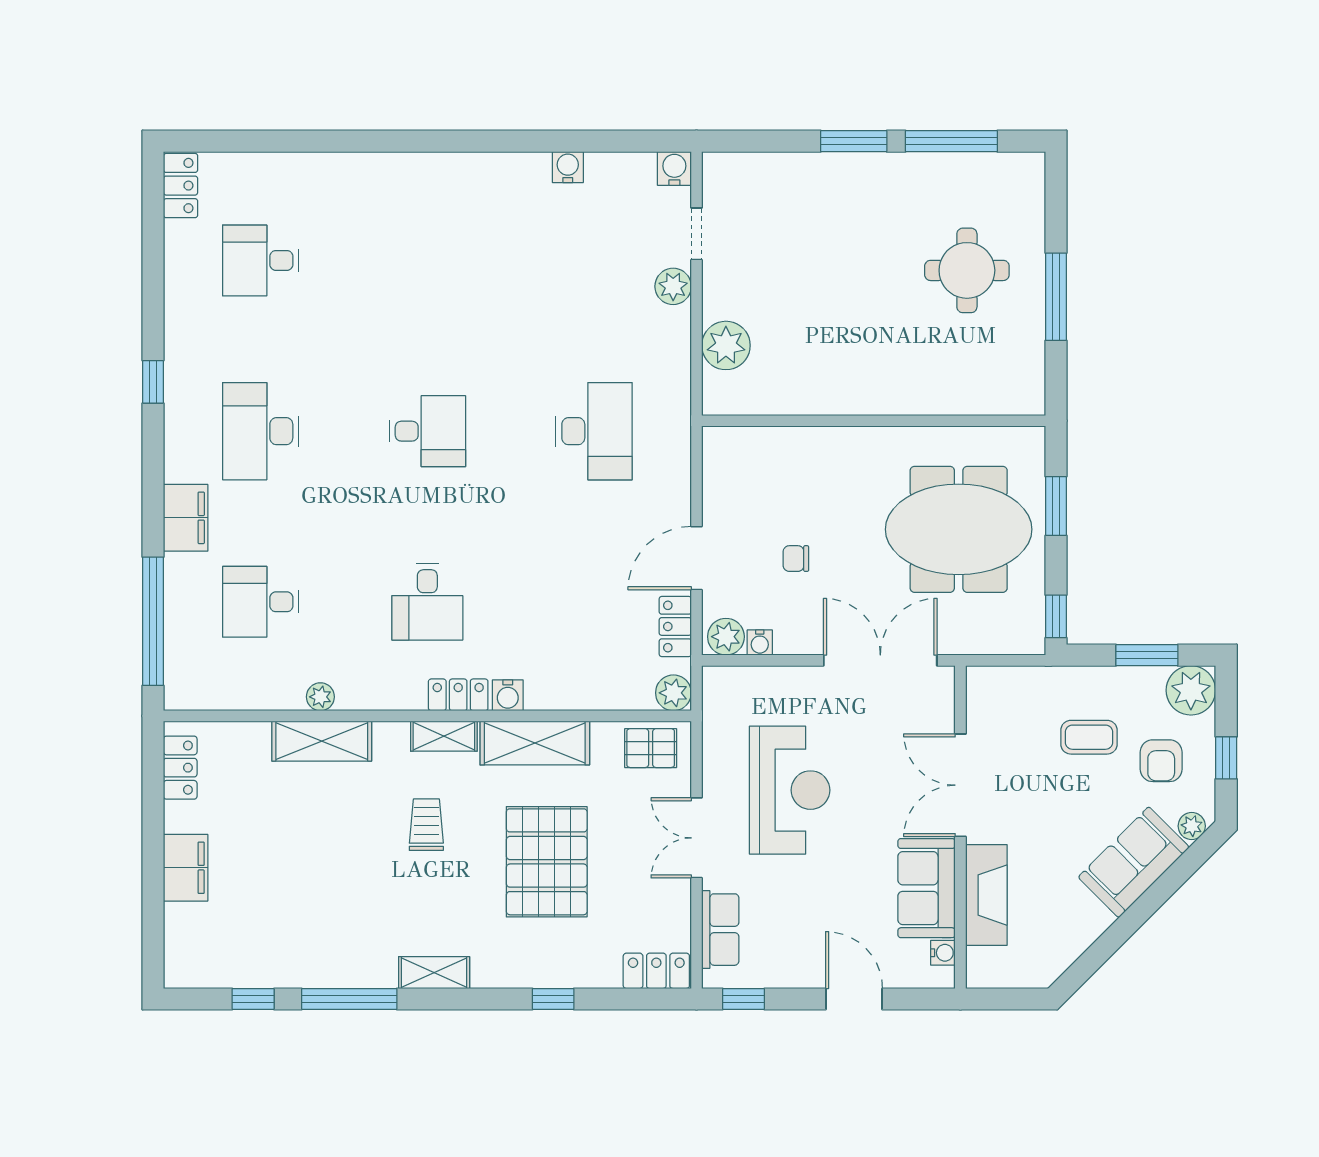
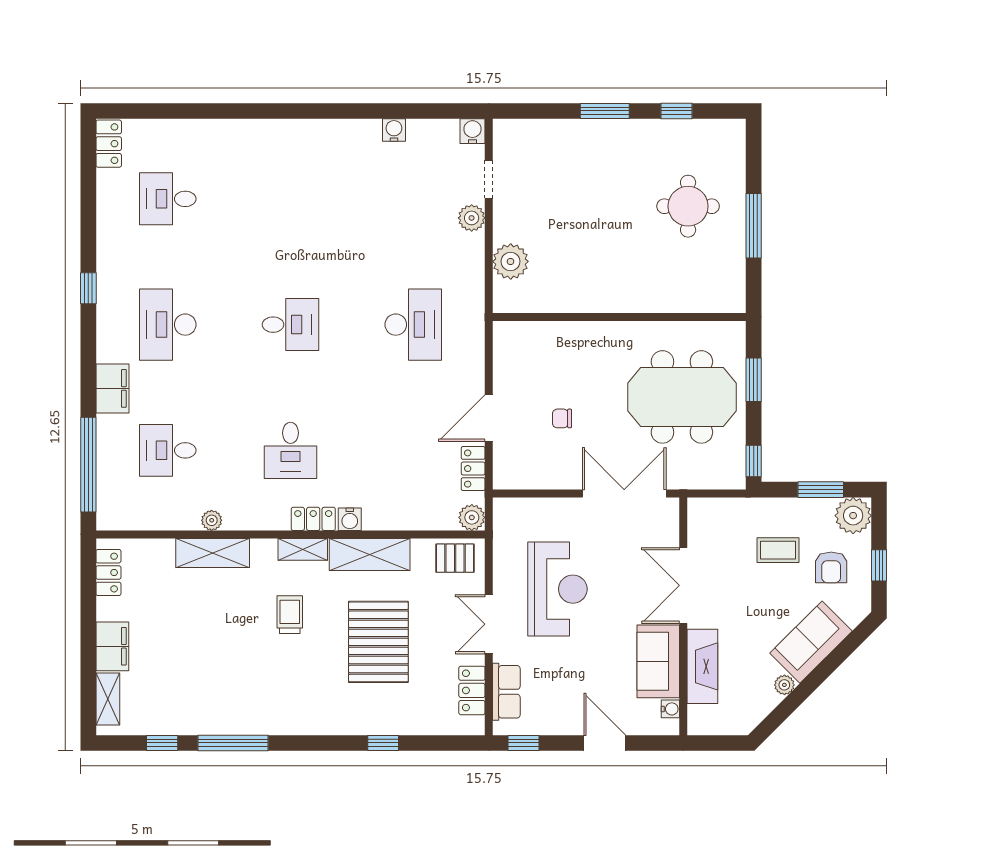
window: (951, 141) -> (677, 111), width x0.46
plant: (726, 637) -> (511, 476), removed
water cooler: (760, 643) -> (535, 480), removed
plant: (1192, 826) -> (784, 685), moved
locker: (656, 971) -> (472, 690), moved, turned -90
shelving: (434, 973) -> (108, 699), moved, turned 90

